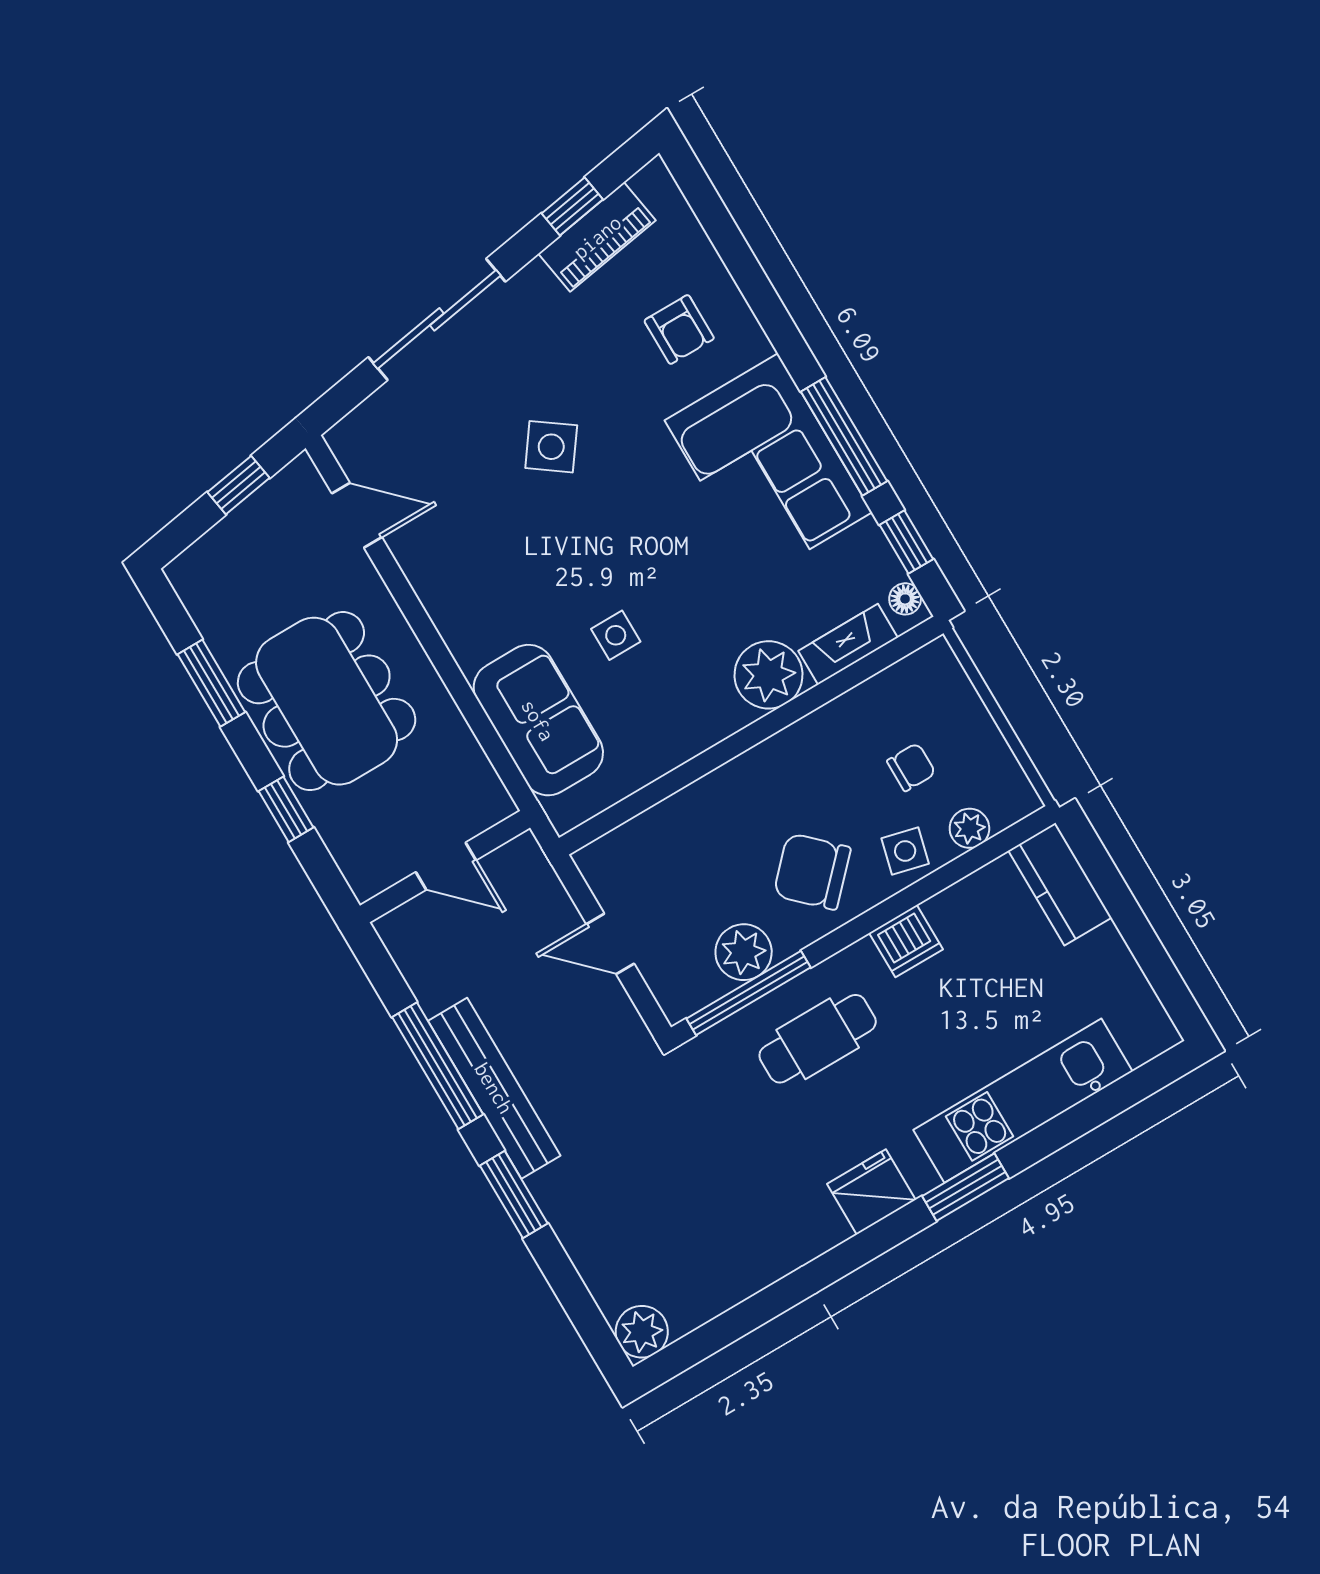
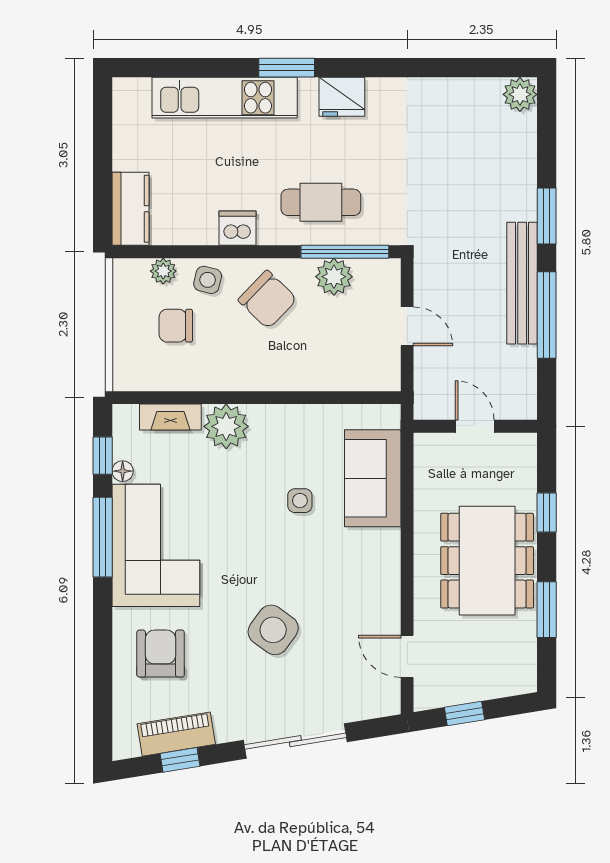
armchair: (679, 329) -> (161, 654), width x1.38, depth x1.38
side table: (551, 447) -> (273, 630), width x1.37, depth x1.37
floor lamp: (905, 599) -> (123, 471), moved
chair: (911, 767) -> (176, 326), width x1.37, depth x1.37

